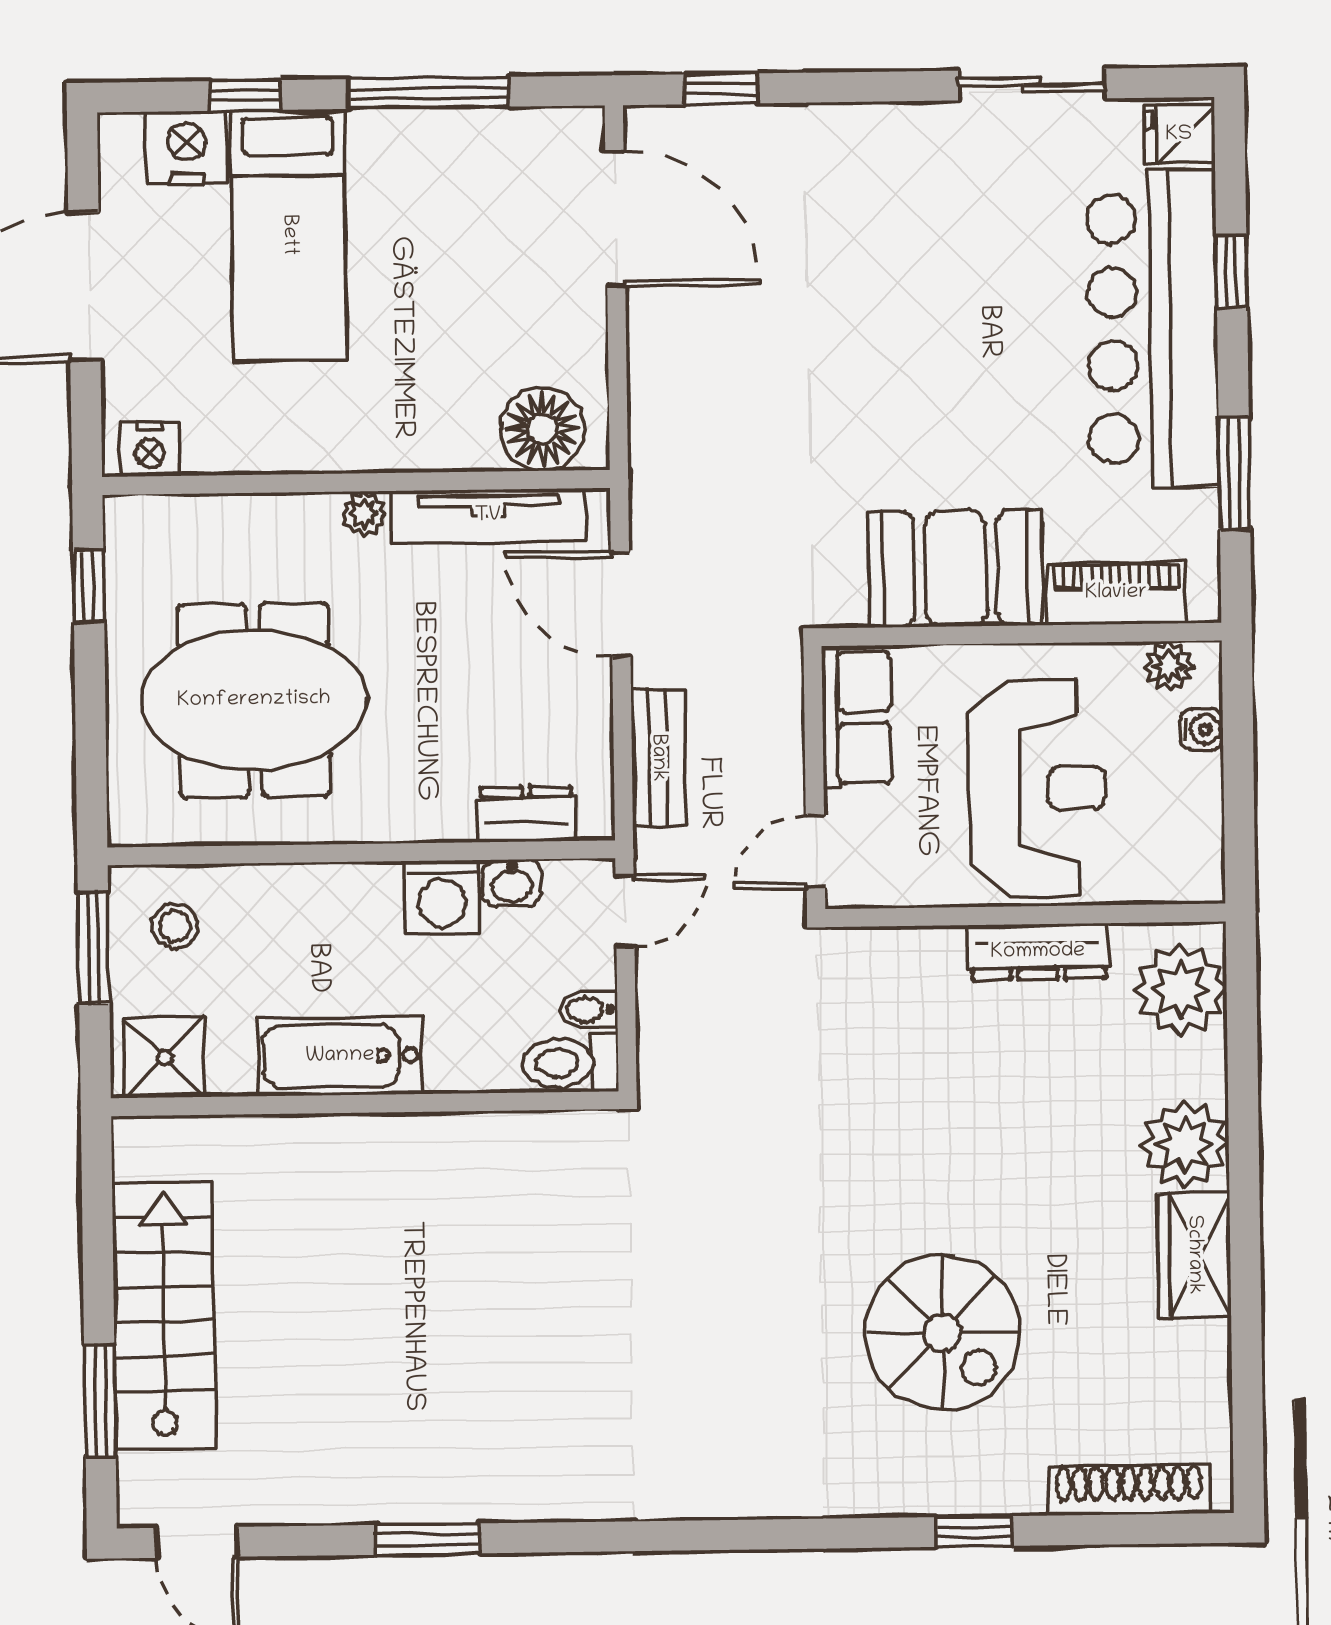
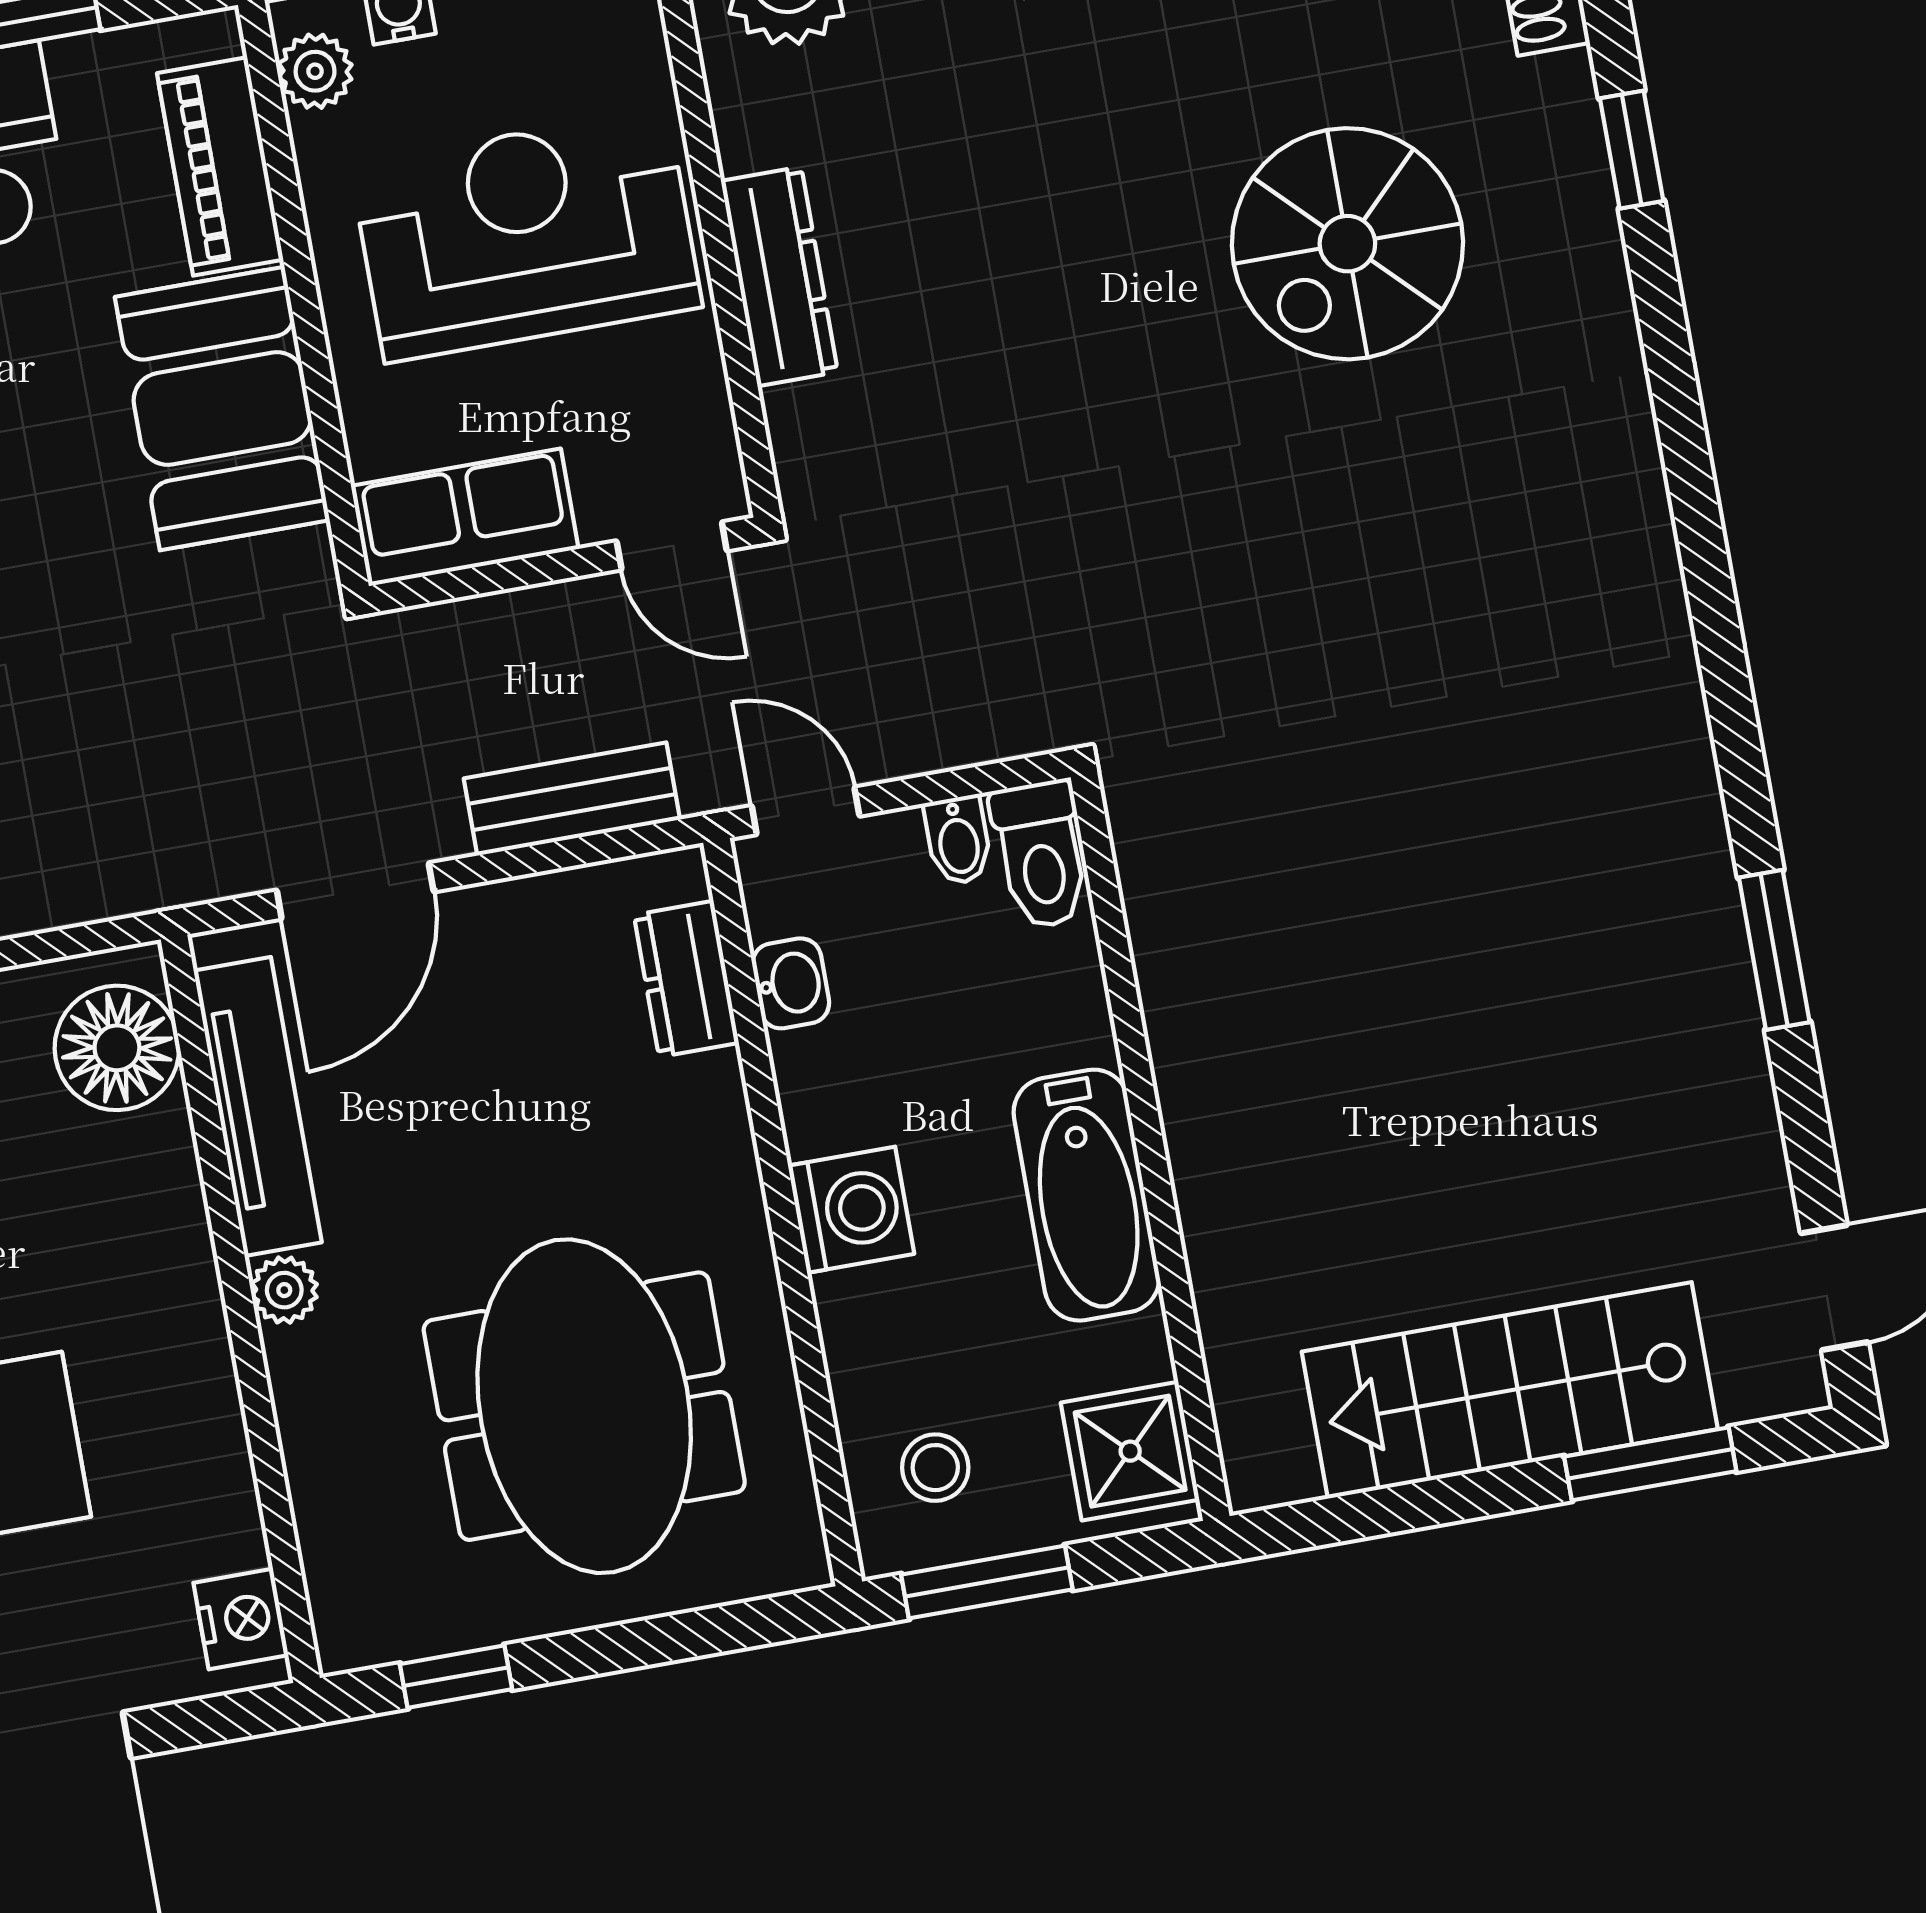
washing machine: (442, 897) -> (851, 1210), moved
dresser: (1038, 952) -> (779, 276), moved
spiral stairs: (942, 1333) -> (1347, 244), turned 180

